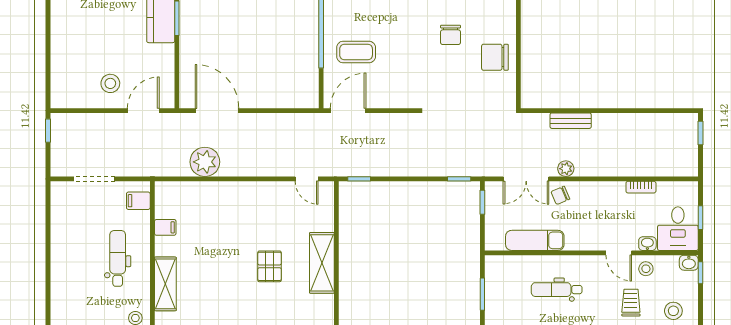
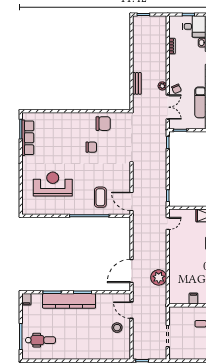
chair: (495, 57) -> (103, 124), turned -90
filing cabinet: (138, 201) -> (179, 313), removed

